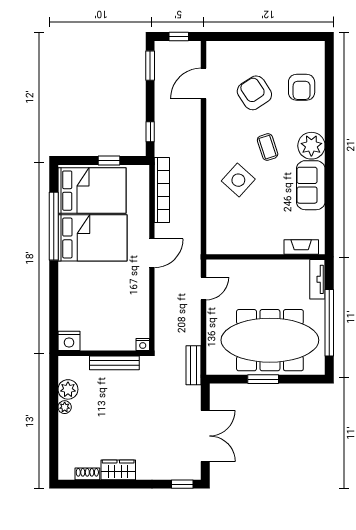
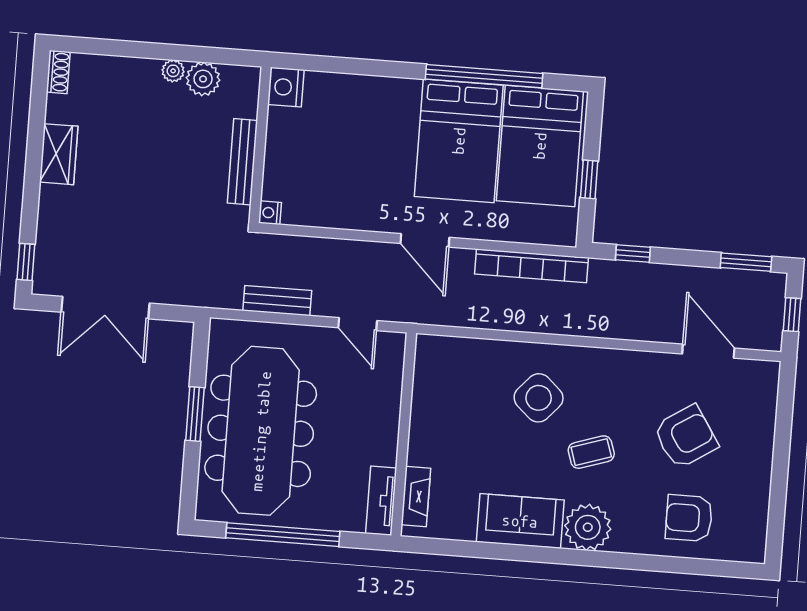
tv unit: (317, 279) -> (381, 501), moved, turned -90
bench: (194, 365) -> (277, 301), moved
shoe rack: (87, 474) -> (58, 72), moved

